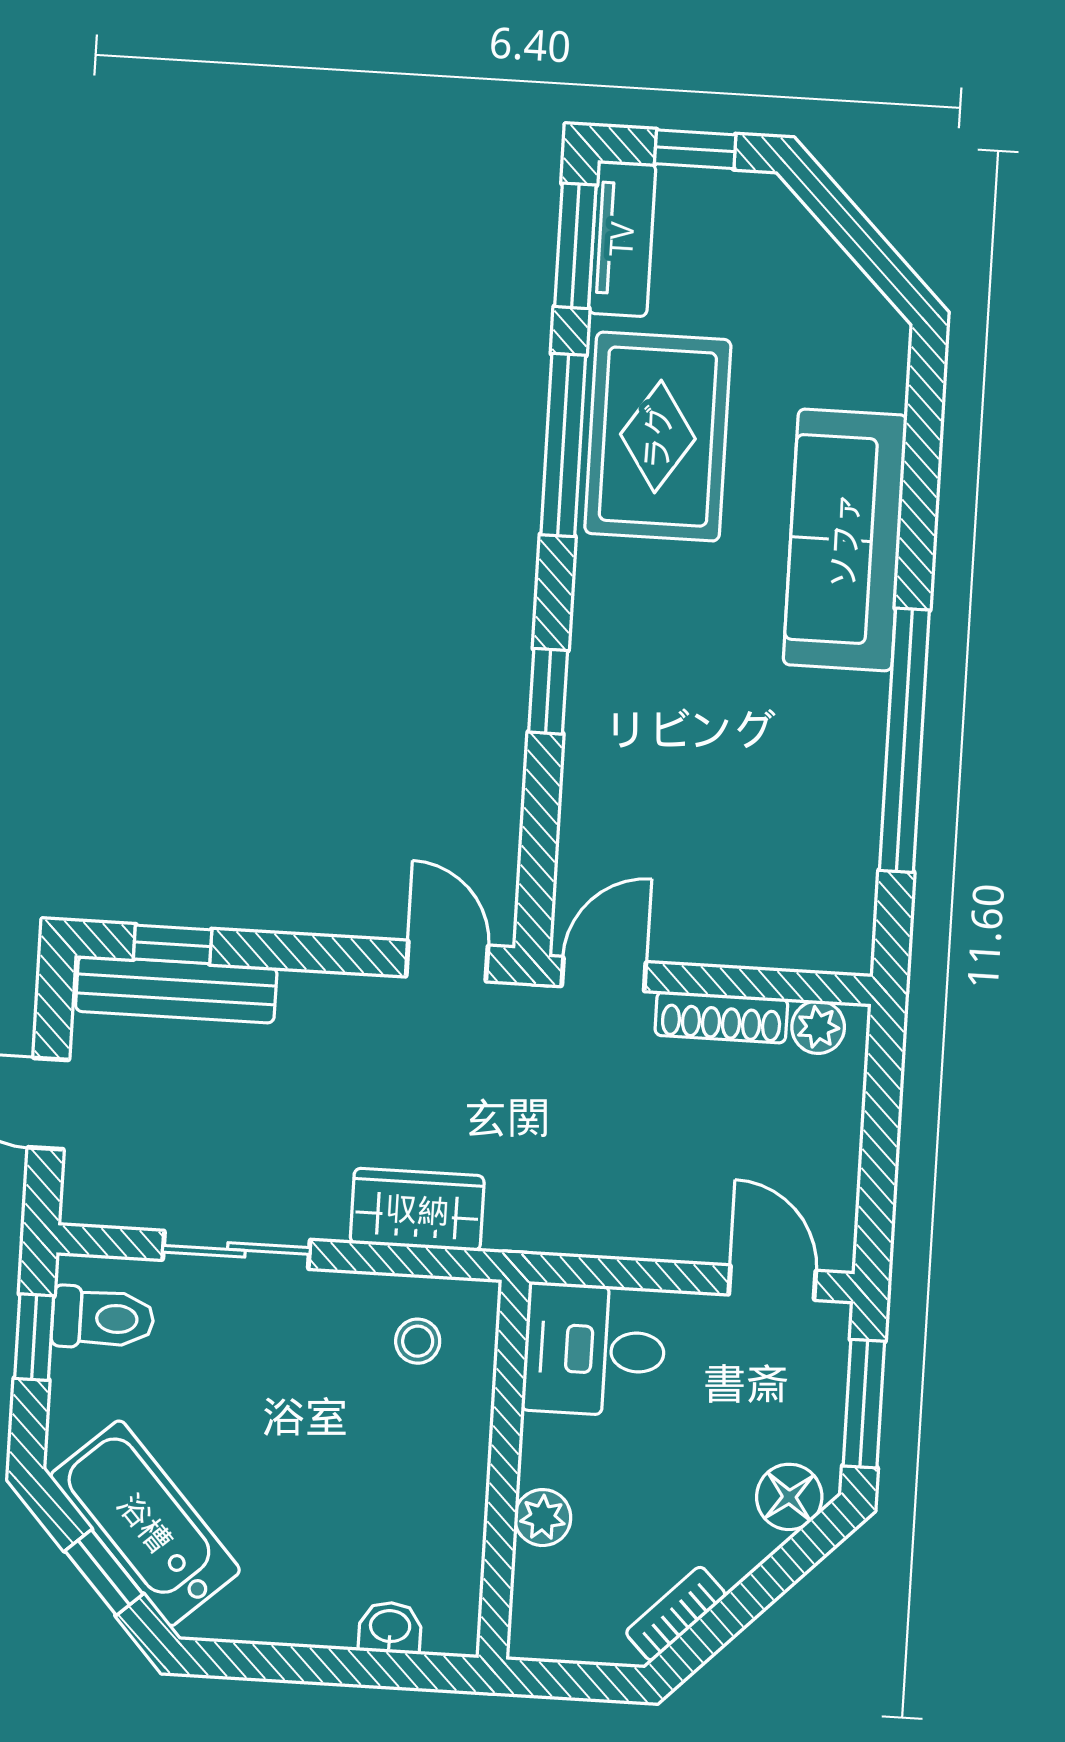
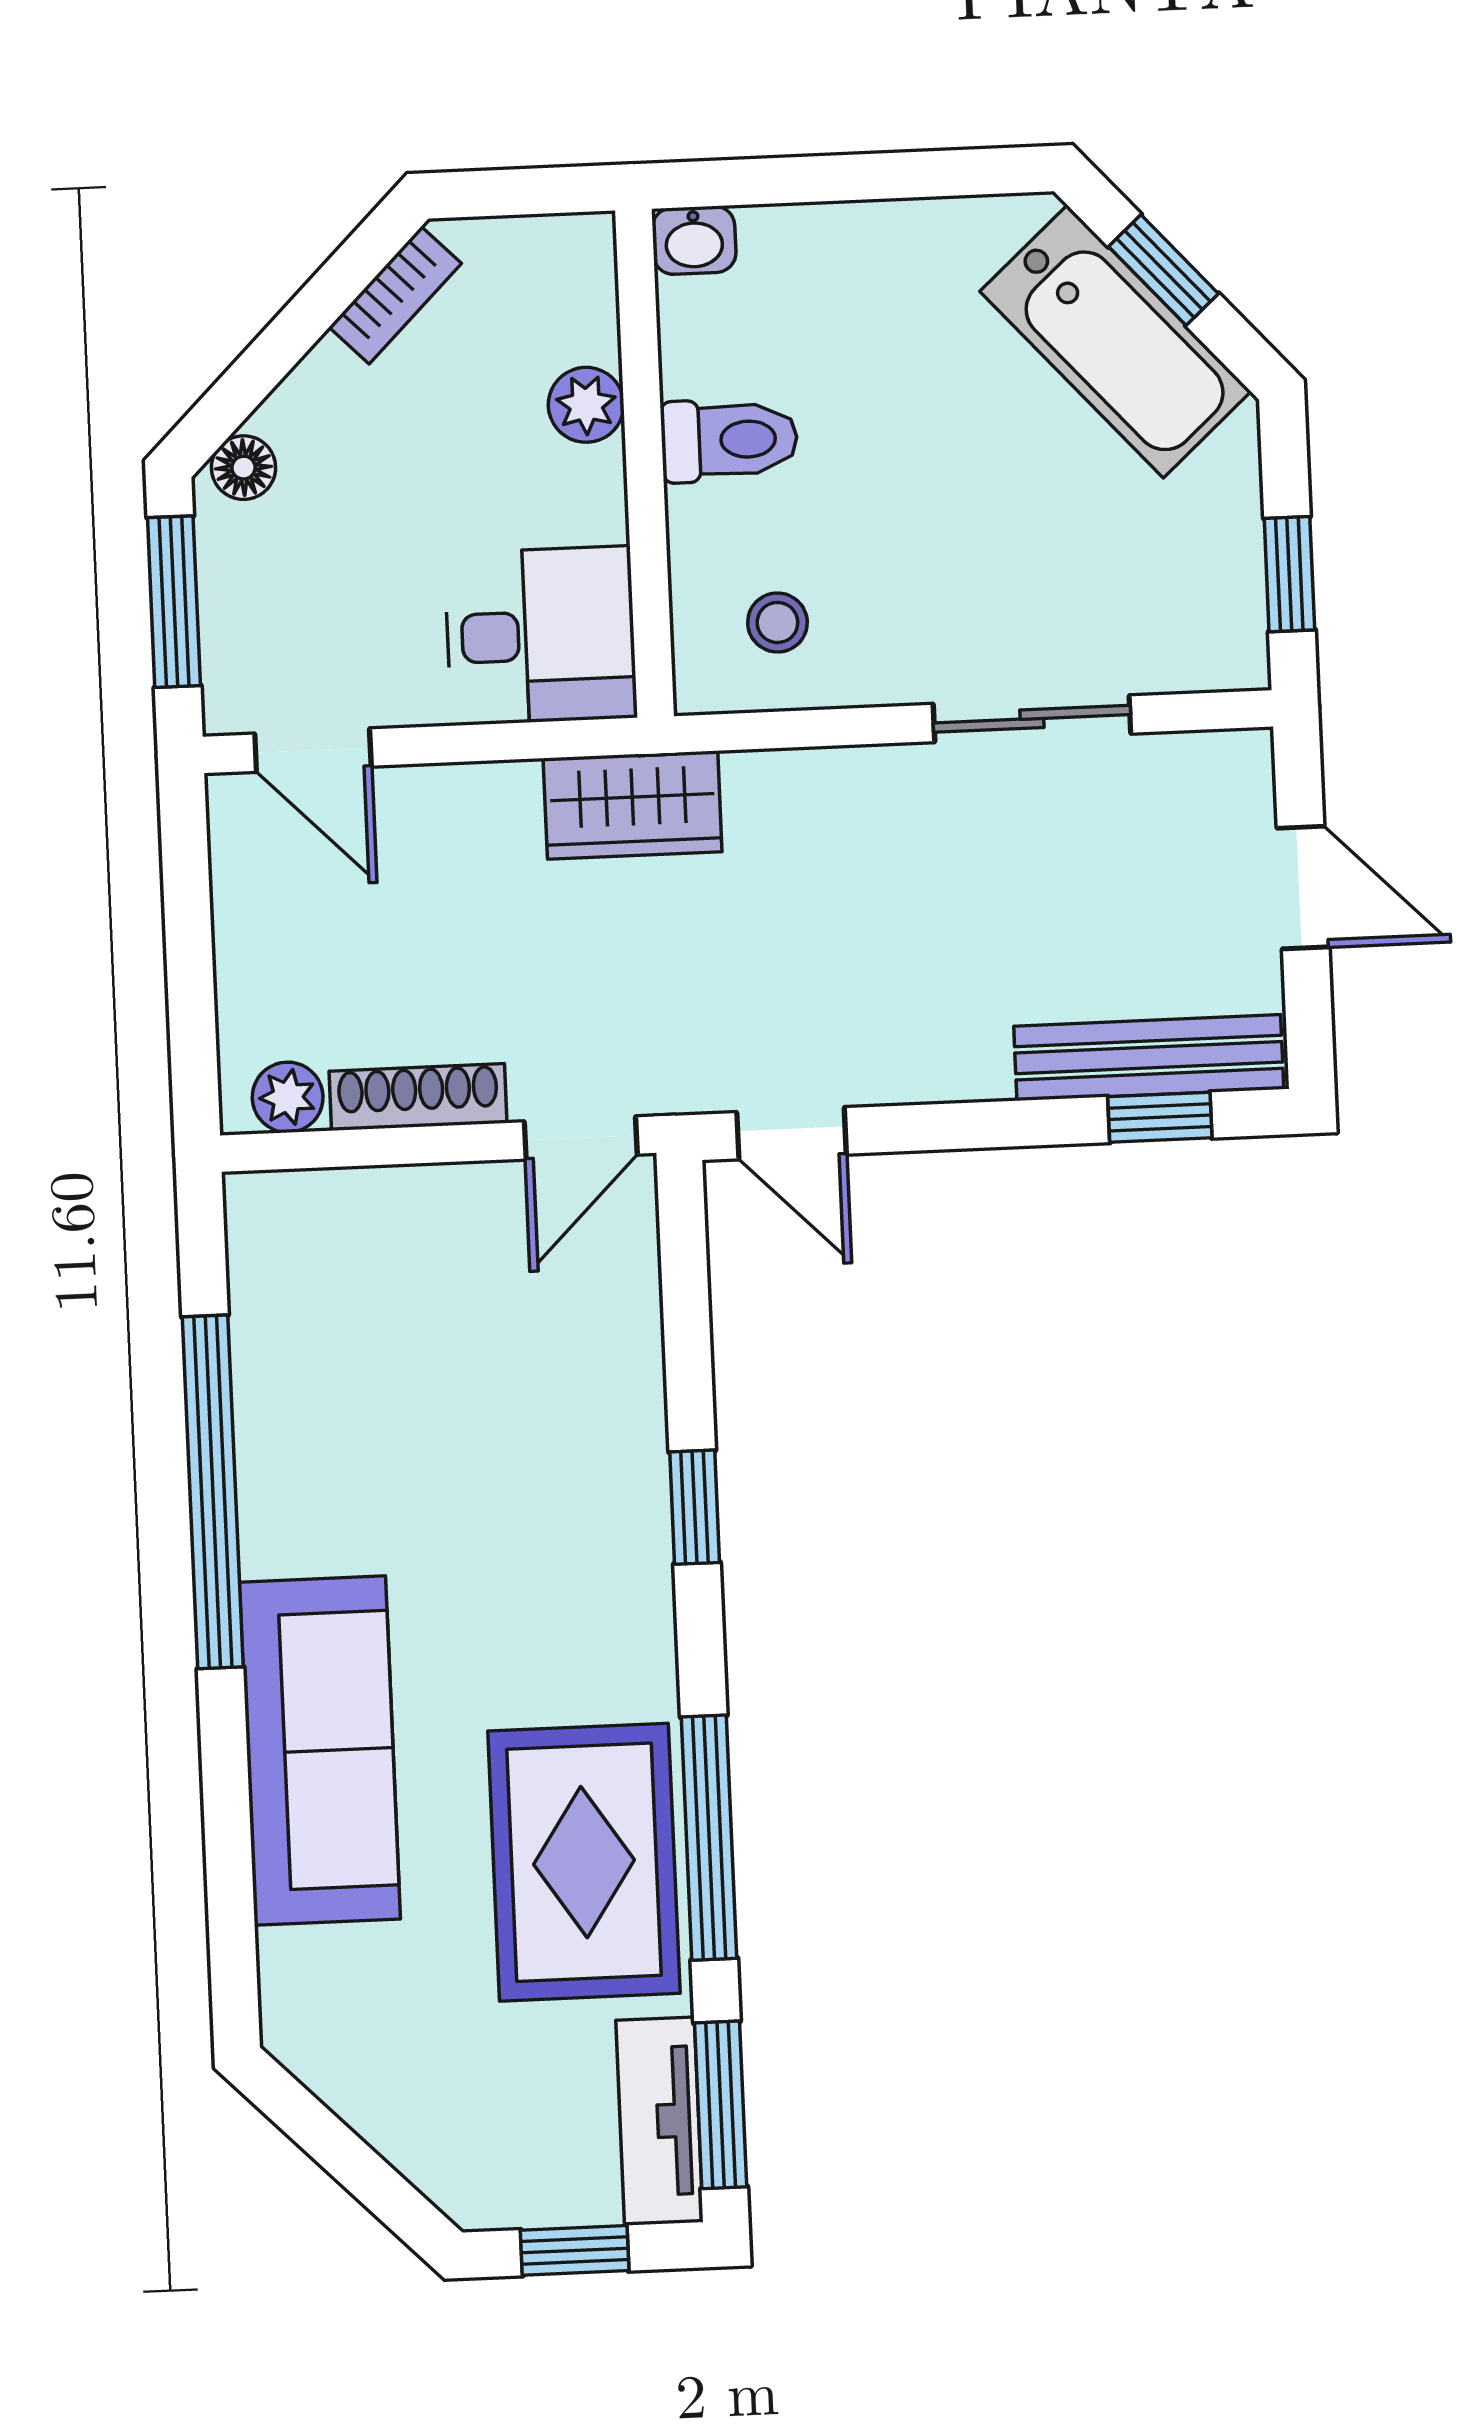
wardrobe: (417, 1210) -> (633, 805), moved
toilet: (103, 1318) -> (729, 440), moved, turned 180
floor lamp: (789, 1497) -> (244, 468), width x0.73, depth x0.73
washbasin: (390, 1628) -> (694, 240), moved

